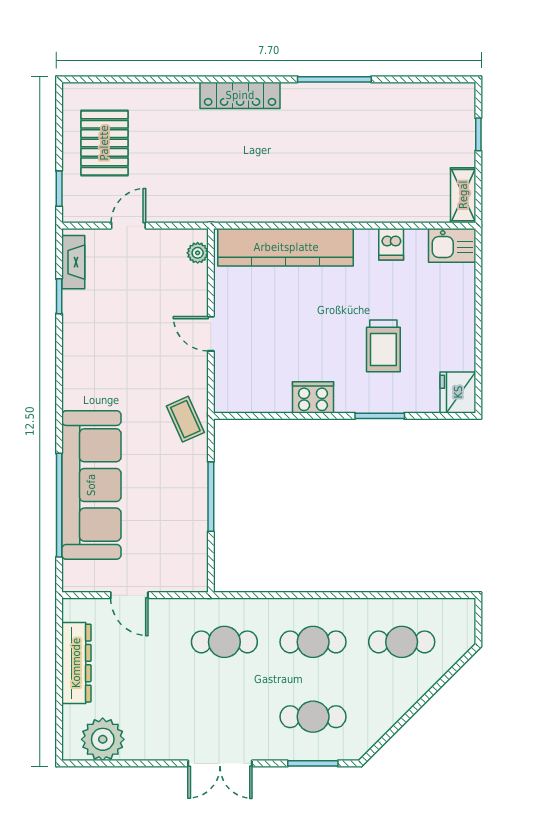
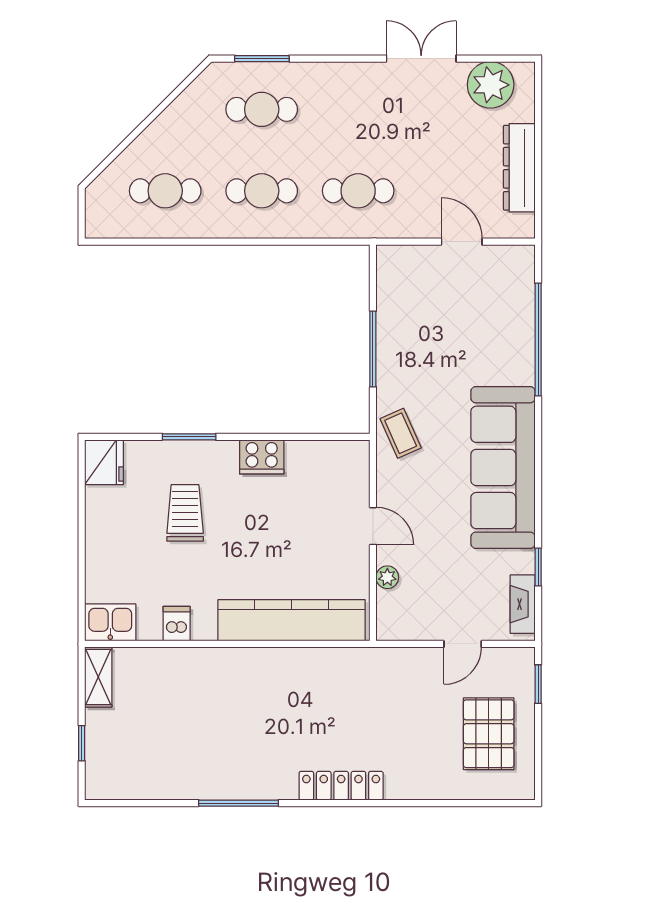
plant: (198, 253) -> (387, 577), moved
sofa: (91, 485) -> (503, 467), moved
double door: (220, 763) -> (421, 59), moved

